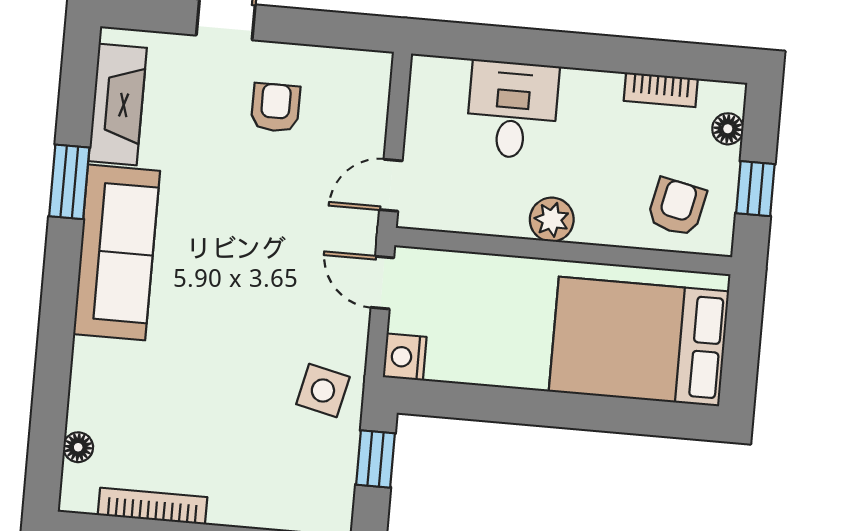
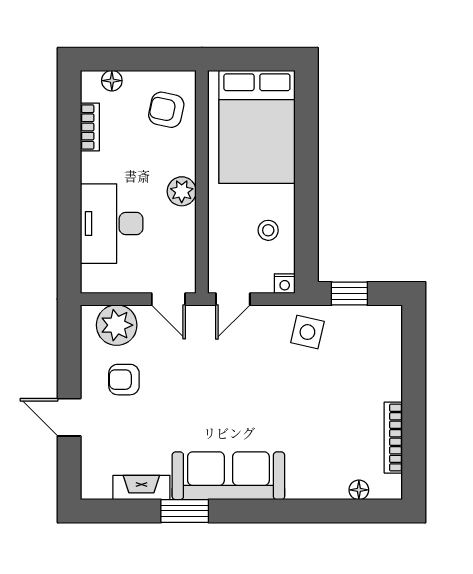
fireplace: (118, 104) -> (141, 487), width x0.73, depth x0.76
plant: (359, 104) -> (117, 325), added
desk: (512, 110) -> (112, 224), width x1.37
window: (755, 189) -> (150, 59), removed
stool: (482, 345) -> (268, 230), added
nightstand: (405, 357) -> (285, 284), width x0.72, depth x0.74

